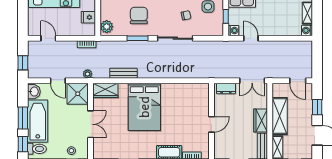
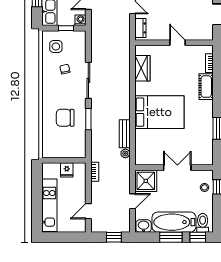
plant: (107, 27) -> (77, 151), removed
plant: (88, 74) -> (125, 153), moved
wardrobe: (105, 90) -> (142, 68), moved

